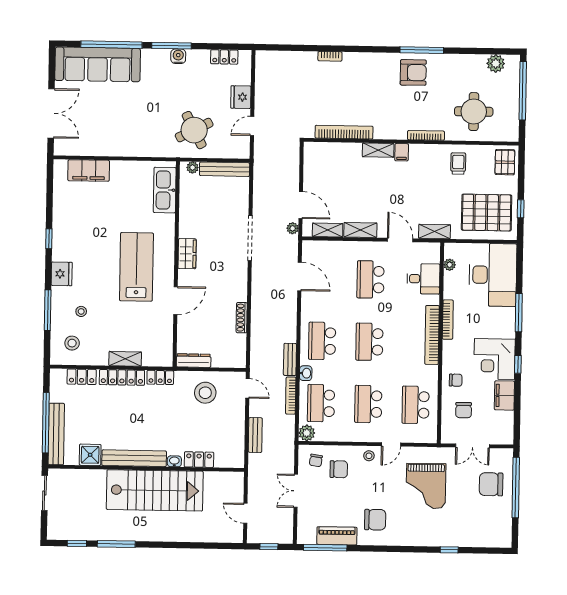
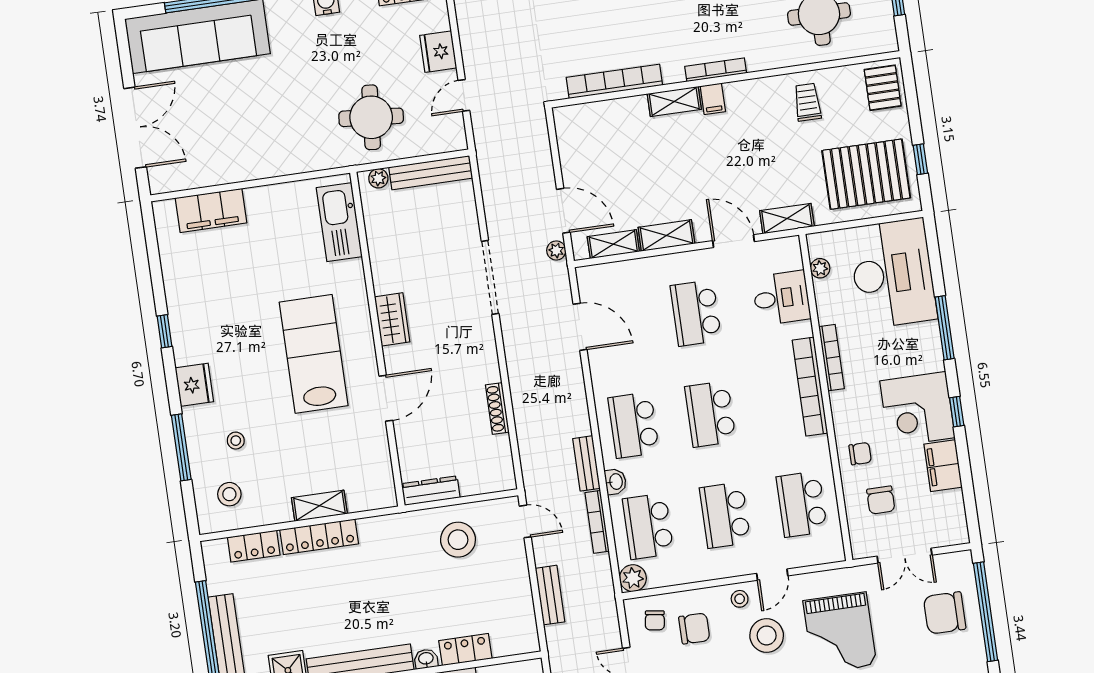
round table: (194, 130) -> (371, 117), turned 32
bookcase: (426, 135) -> (716, 70), moved
locker: (160, 377) -> (381, 527), removed
stool: (382, 480) -> (767, 635), added

